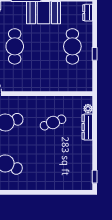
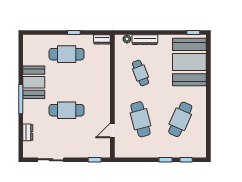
dresser: (88, 13) -> (102, 39), moved
booth: (64, 173) -> (189, 62), added

